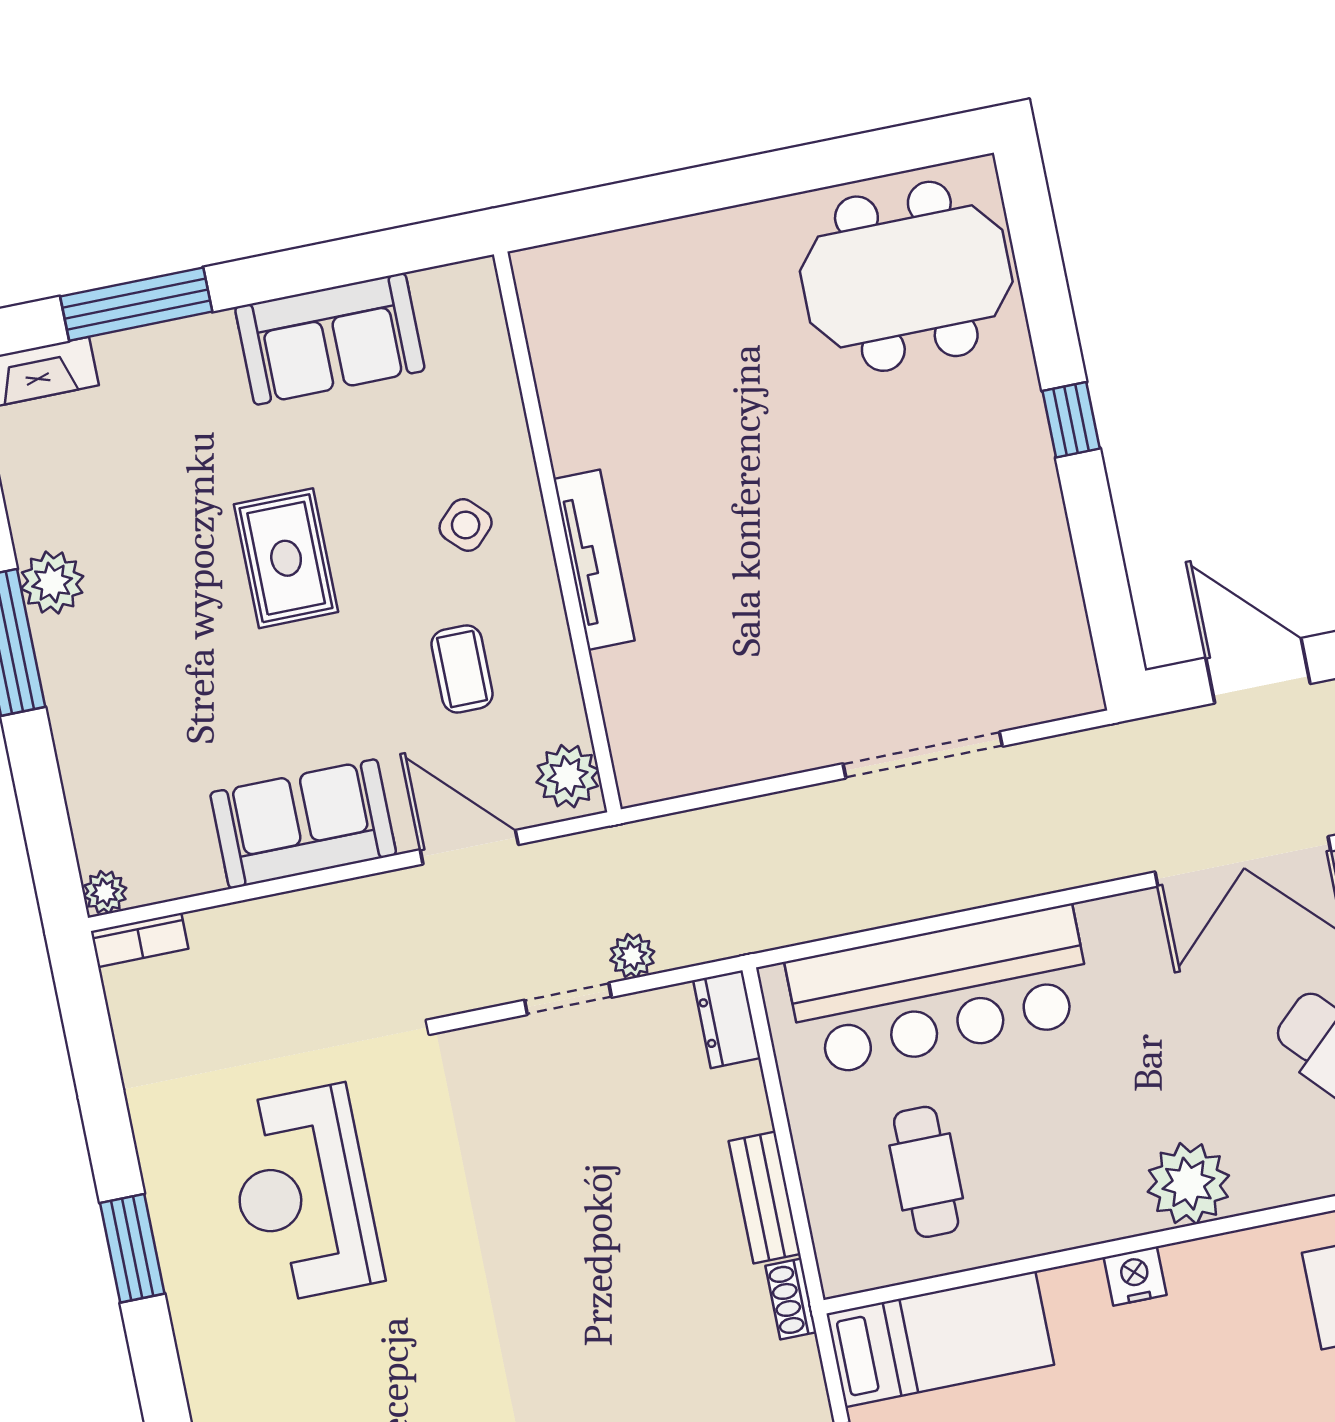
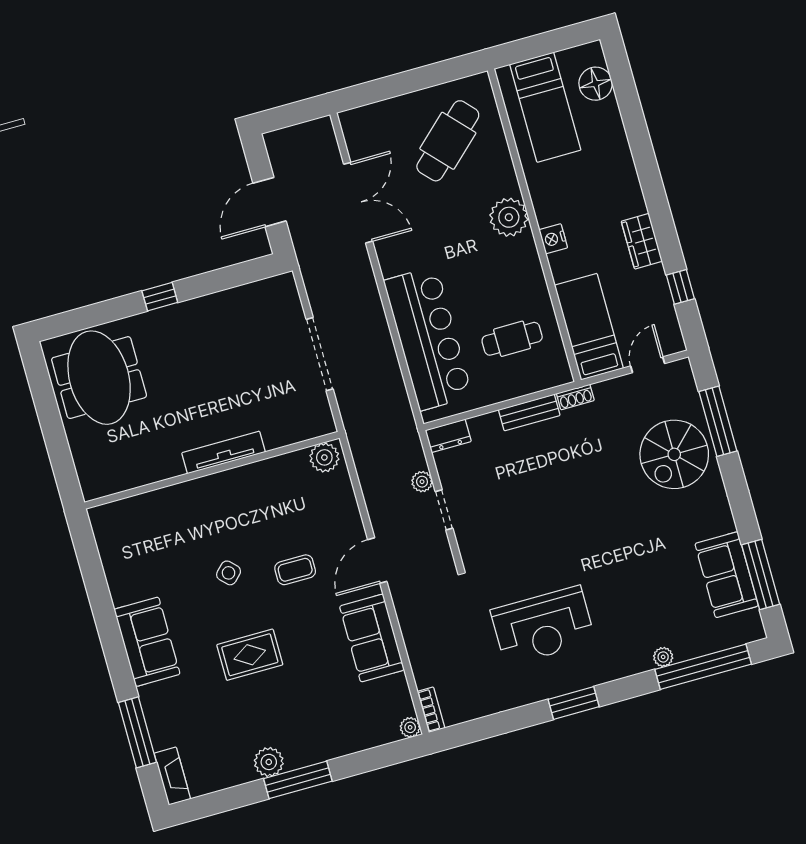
wall: (557, 532) -> (212, 470), moved
tv unit: (594, 560) -> (224, 452), moved
plant: (568, 776) -> (324, 457), moved

